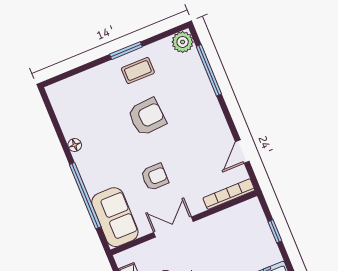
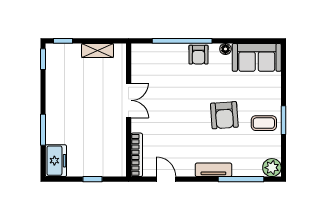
coffee table: (138, 70) -> (264, 123), turned 90
tv unit: (211, 104) -> (213, 170), added
armchair: (155, 177) -> (199, 55), moved
sofa: (115, 217) -> (257, 57), moved

